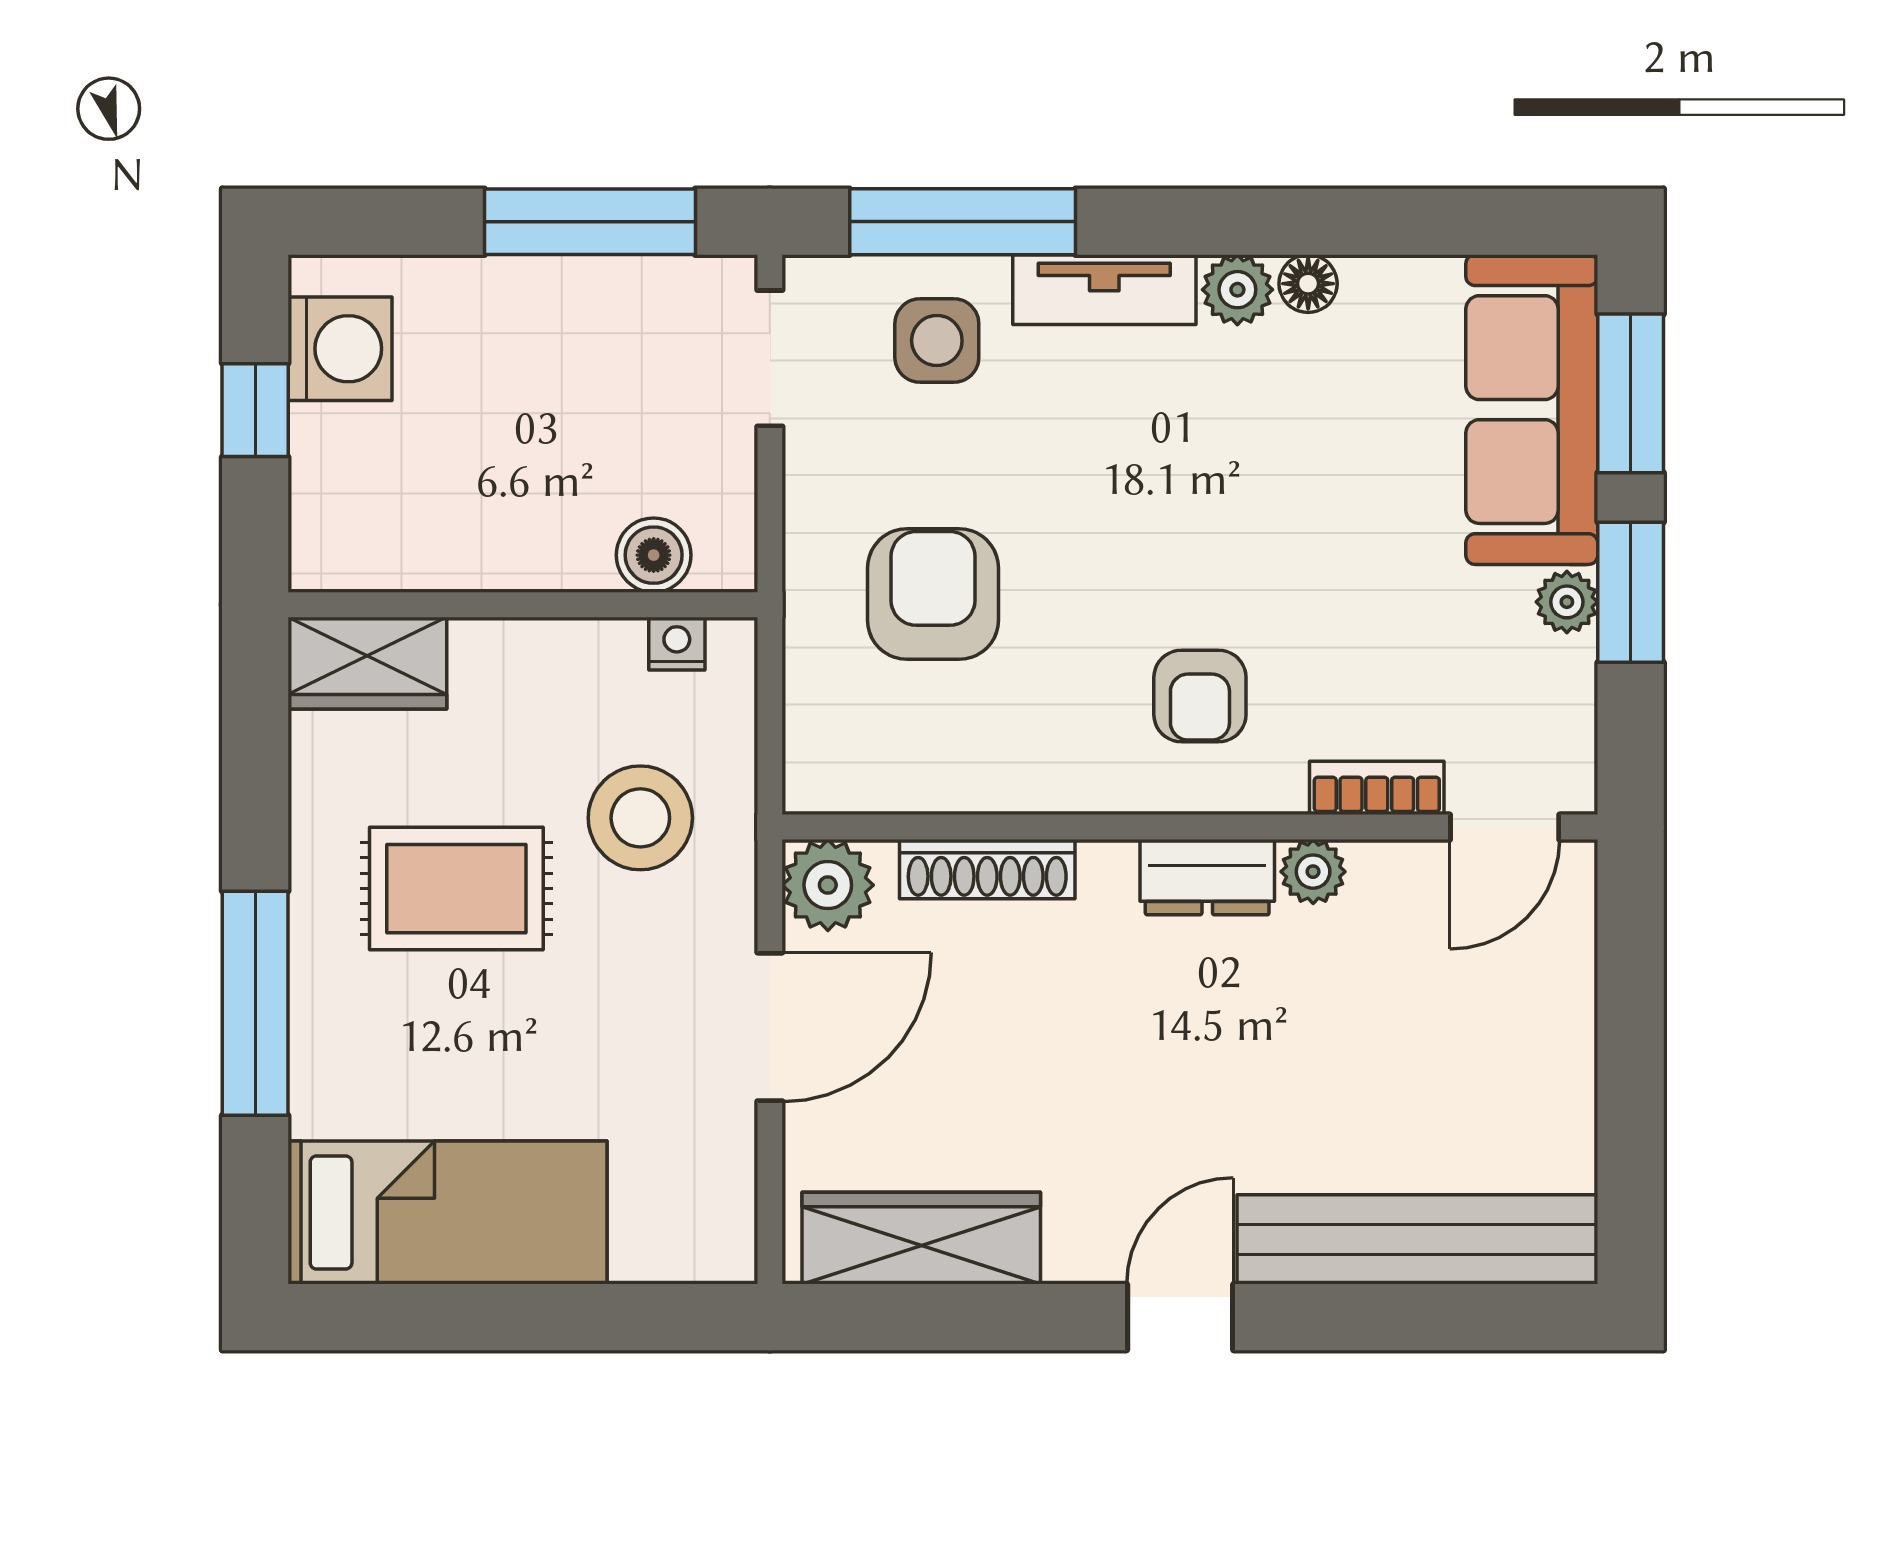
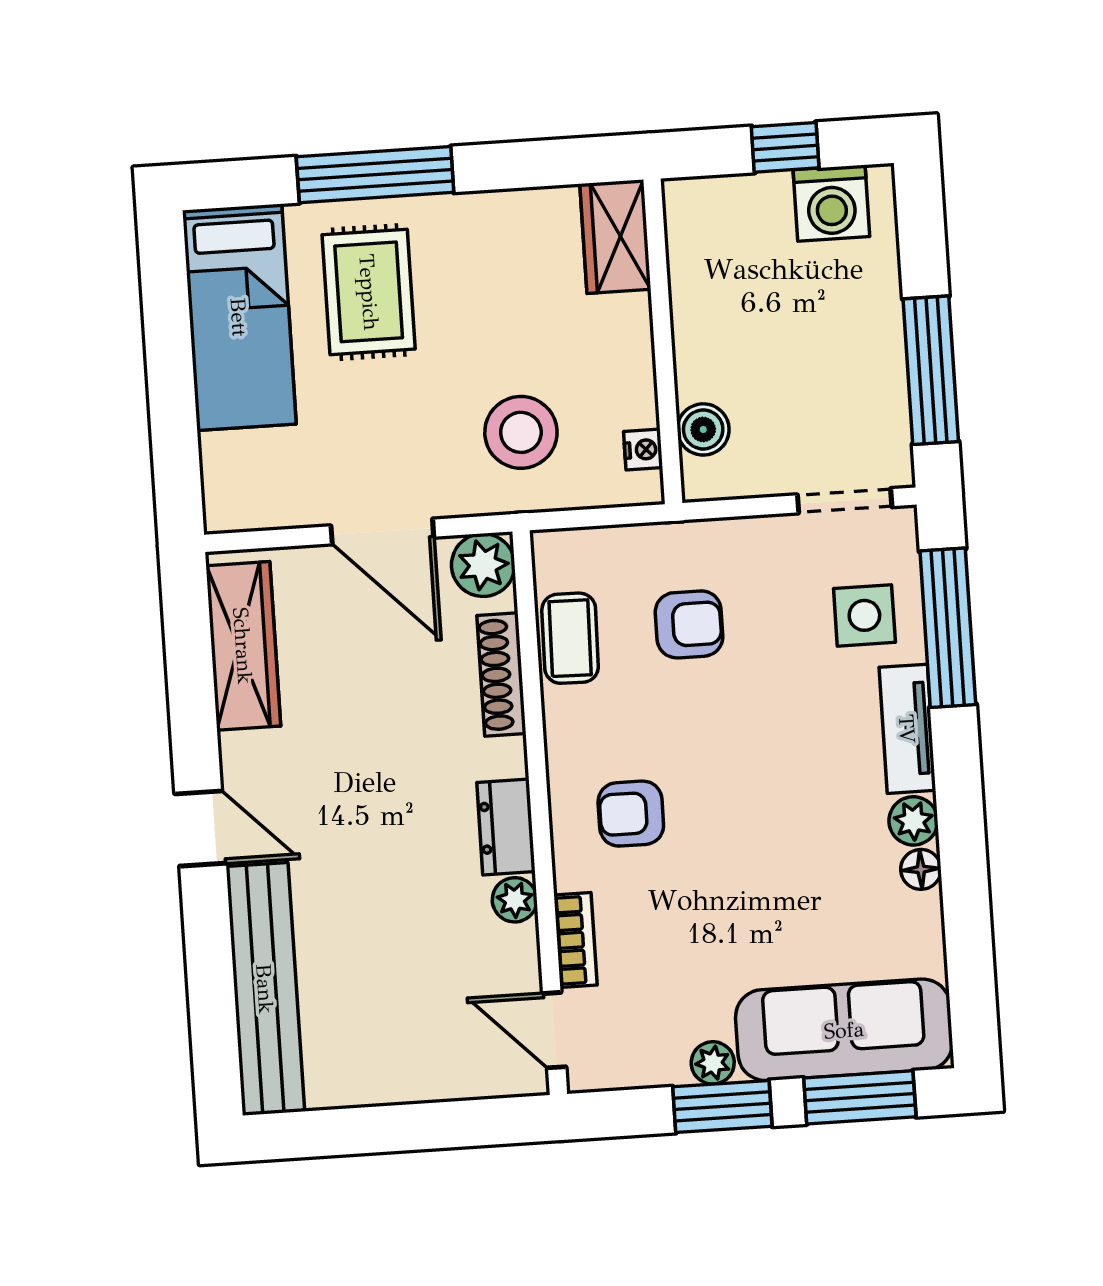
armchair: (933, 594) -> (689, 624), width x0.72, depth x0.72
coffee table: (942, 767) -> (570, 638), added
rug: (456, 889) -> (369, 292), moved

